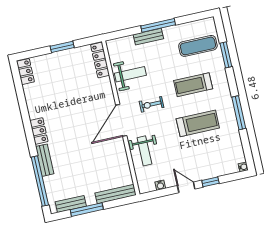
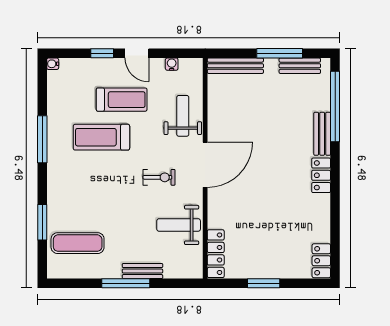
treadmill: (193, 85) -> (122, 100), moved

